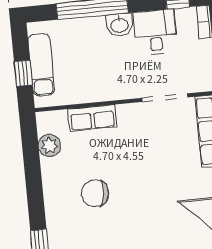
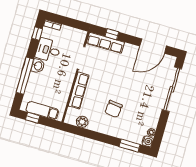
window: (23, 73) -> (33, 118), moved
row of seats: (92, 118) -> (79, 91), width x1.48

